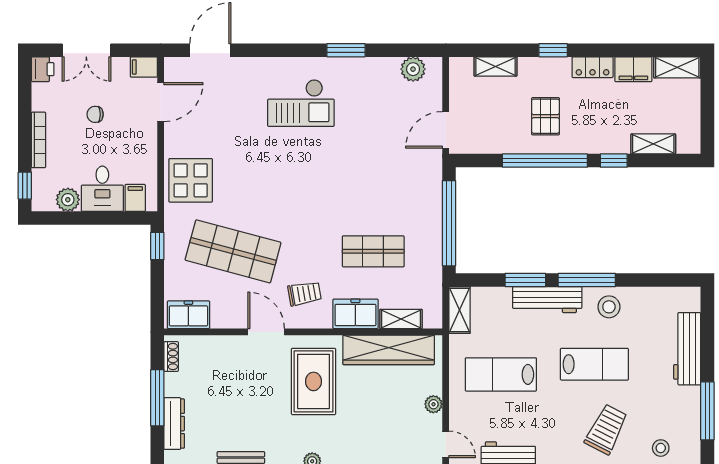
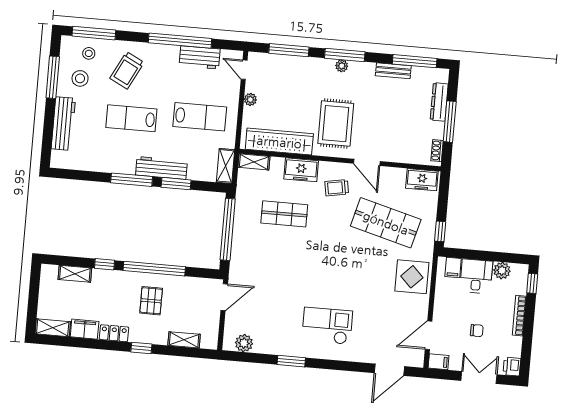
stool: (609, 307) -> (80, 78), moved
shelving: (401, 319) -> (254, 162), moved

